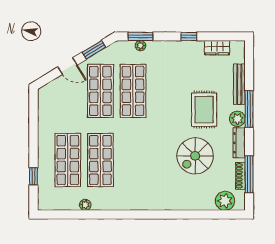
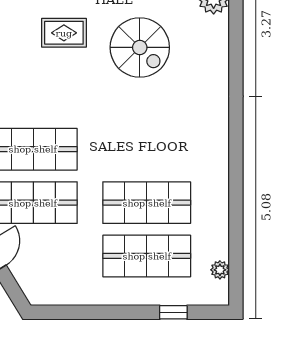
rug: (204, 110) -> (64, 33), width x0.73, depth x0.70
plant: (85, 205) -> (220, 270), moved

